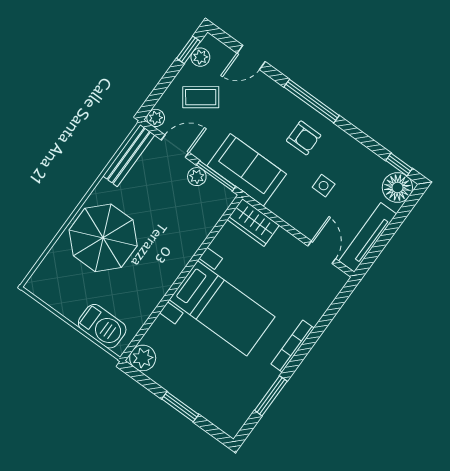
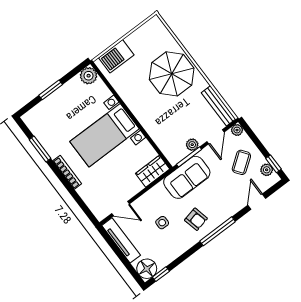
armchair: (304, 138) -> (196, 219), turned -103

